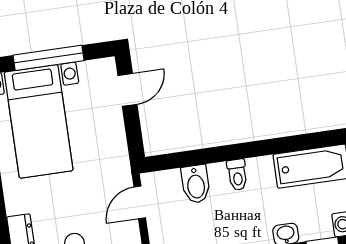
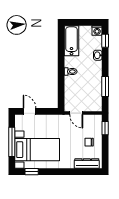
bidet: (196, 184) -> (72, 89), removed

